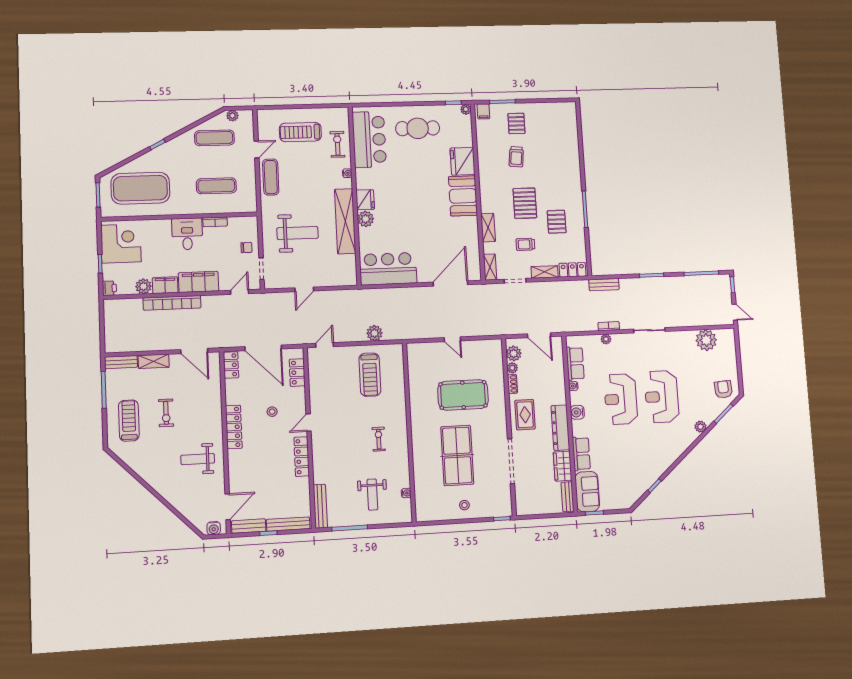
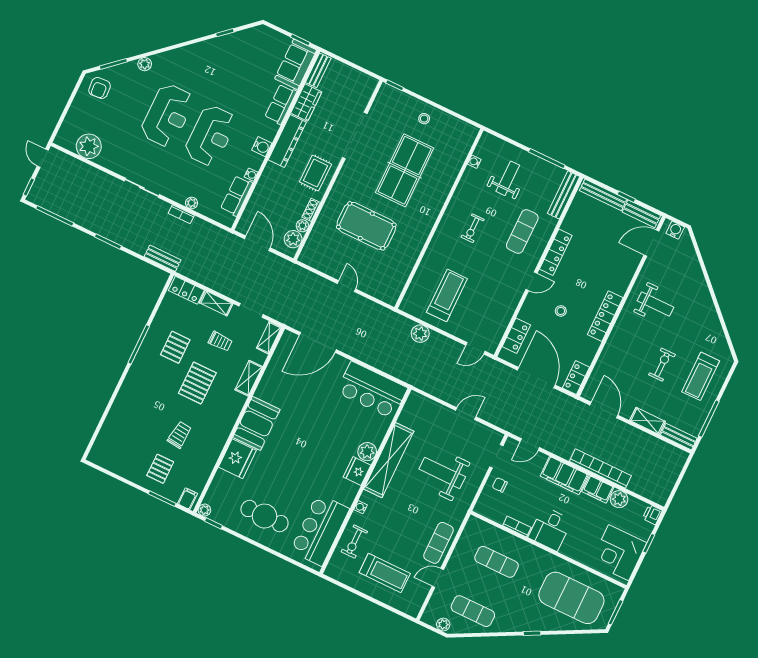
exercise mat: (338, 458) -> (522, 231), added

